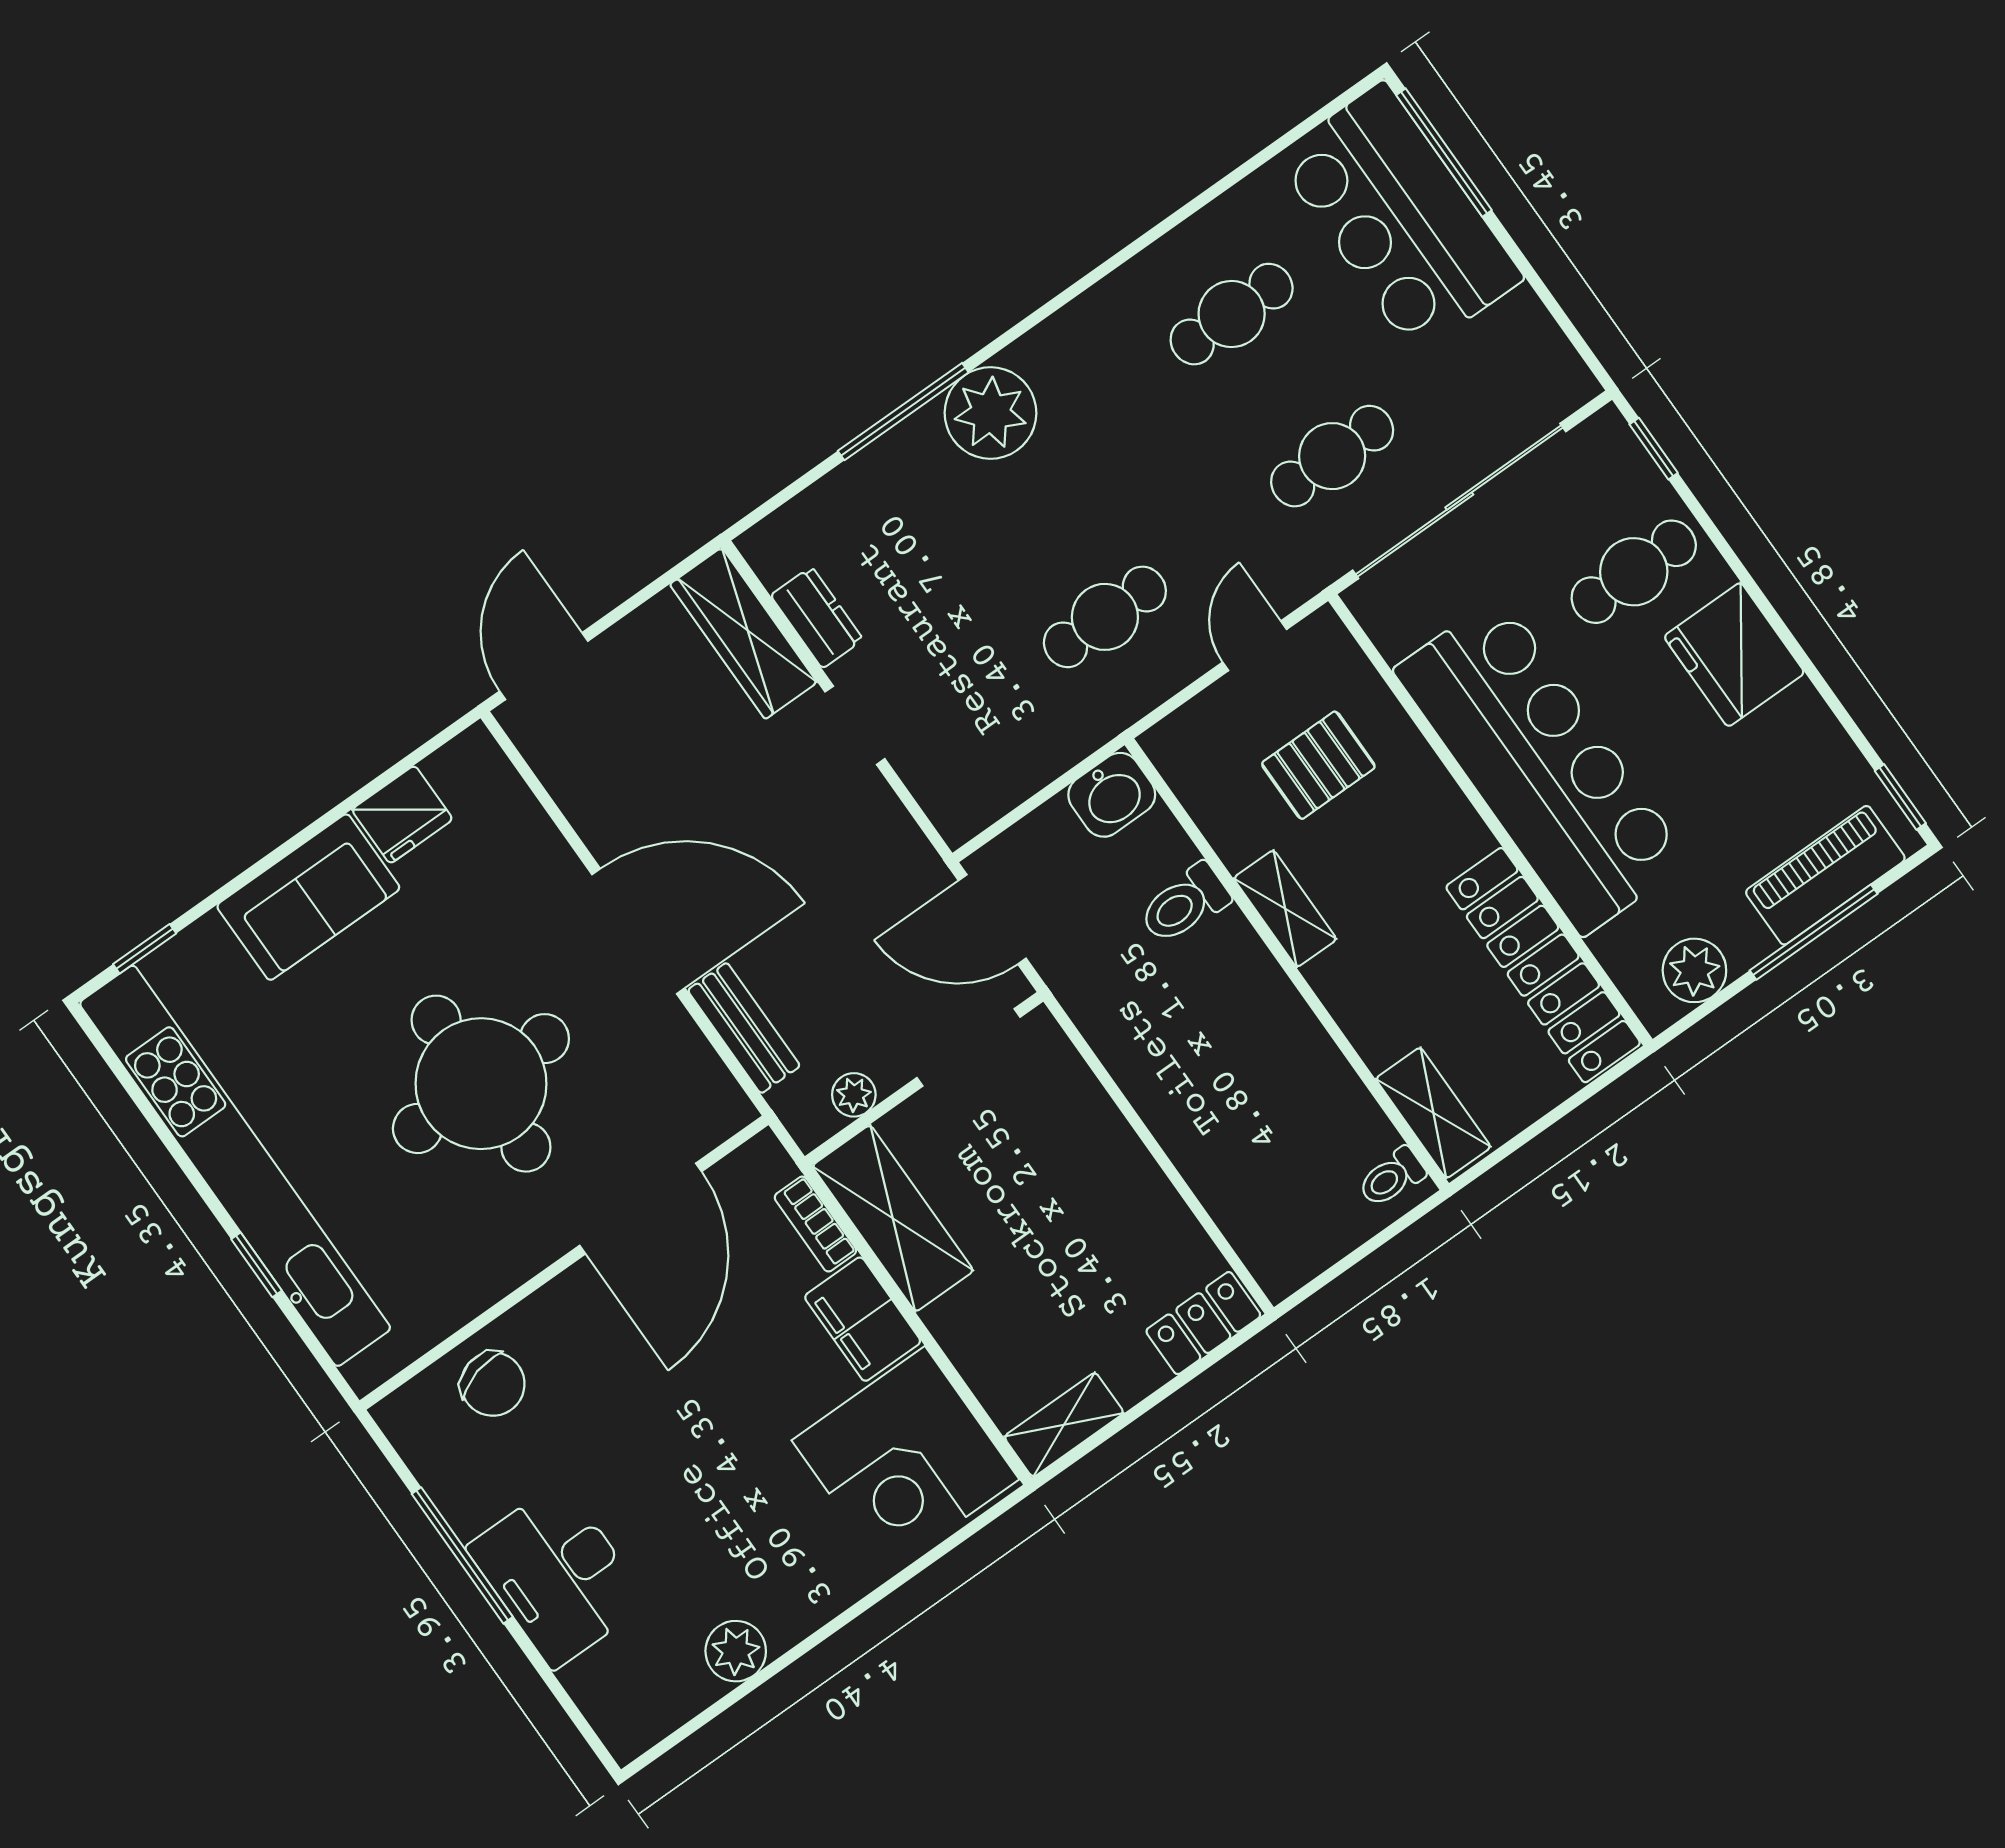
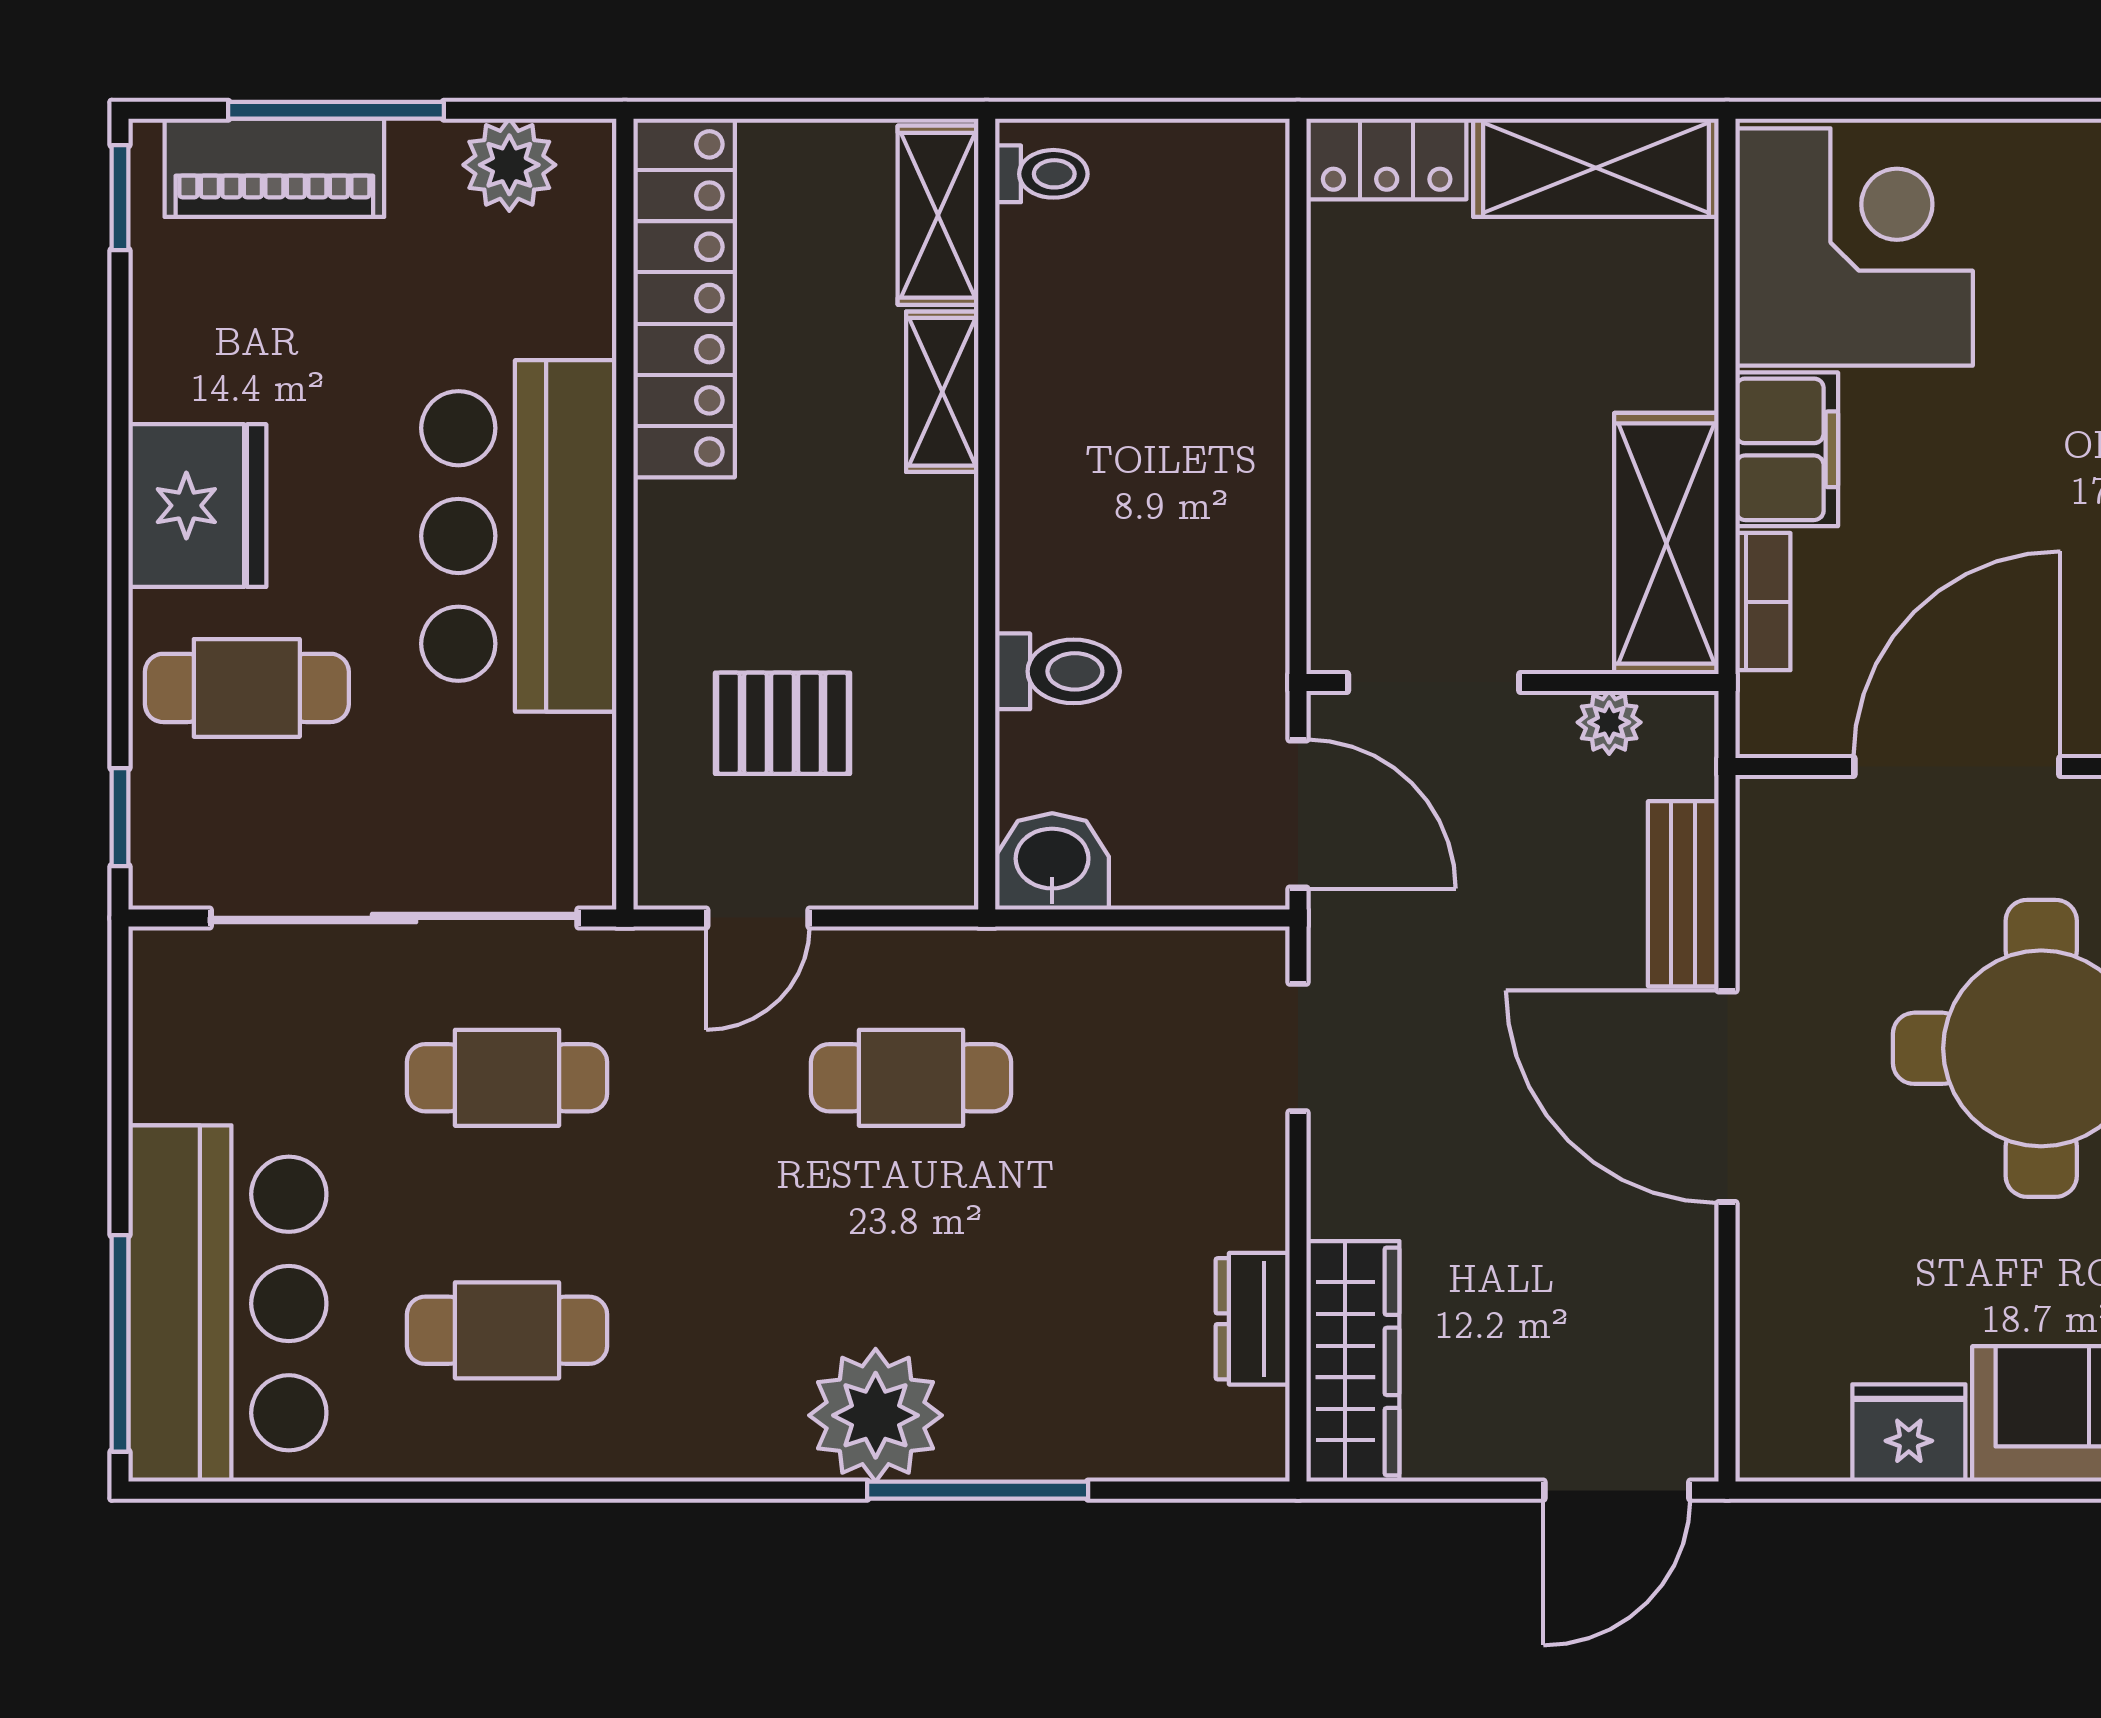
doorway: (855, 725) -> (1298, 1048), moved
bar counter: (1541, 766) -> (519, 536), width x0.73
shelving: (1285, 909) -> (942, 392), moved
shelving: (1064, 1425) -> (1596, 168), width x1.50, depth x1.33

